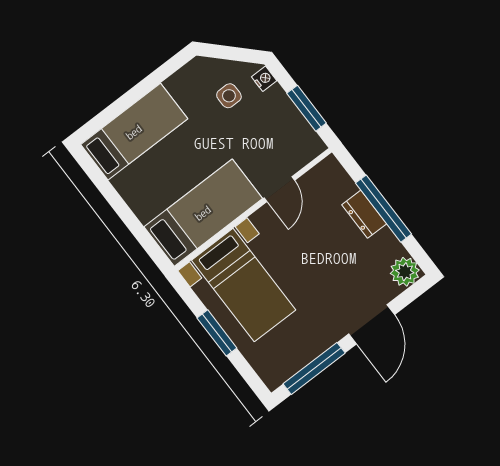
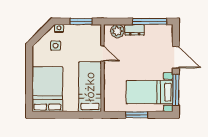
bed: (134, 132) -> (47, 89), width x1.50
window: (384, 209) -> (150, 21), moved
plant: (405, 272) -> (117, 31), moved
bed with nightstands: (244, 285) -> (150, 92), moved, turned 180

